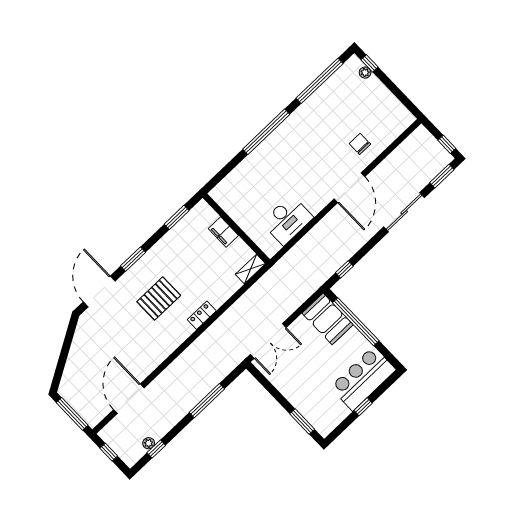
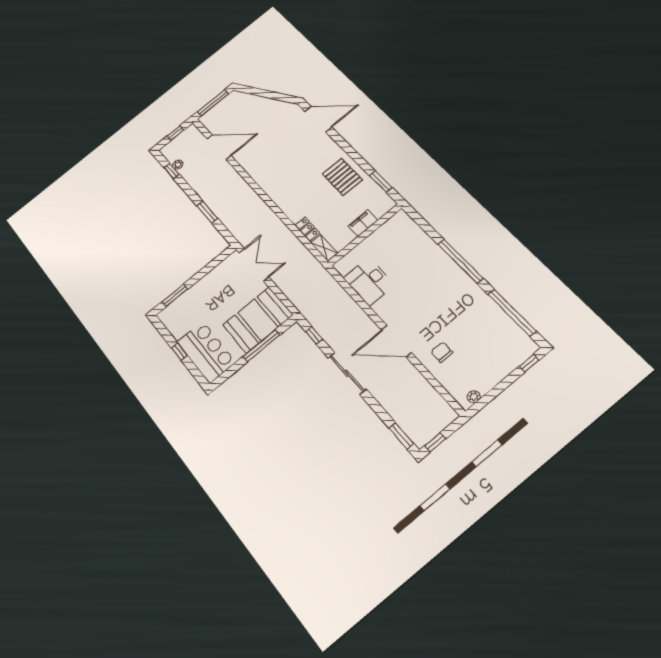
plant: (365, 73) -> (474, 397), moved
chair: (360, 144) -> (442, 352), turned -90
sliding door: (404, 212) -> (347, 373), moved
window: (133, 259) -> (345, 146), removed
pallet: (159, 299) -> (342, 177), moved
locker: (202, 315) -> (307, 229), moved
booth: (328, 319) -> (258, 320), width x1.36, depth x1.42
window: (356, 322) -> (261, 346), width x0.68
double door: (268, 341) -> (254, 265), swing flipped
window: (207, 401) -> (207, 212), width x0.69

